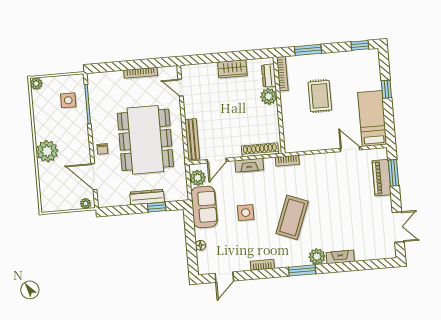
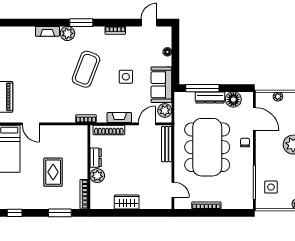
dresser: (269, 76) -> (96, 158), moved
floor lamp: (120, 197) -> (233, 100), added
plant: (86, 204) -> (278, 96), moved
window: (157, 207) -> (202, 88), width x2.17

